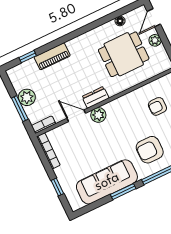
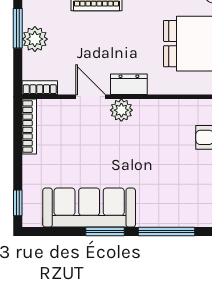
window: (20, 109) -> (18, 28), moved
armchair: (150, 150) -> (169, 192), removed
window: (57, 187) -> (18, 203), moved

